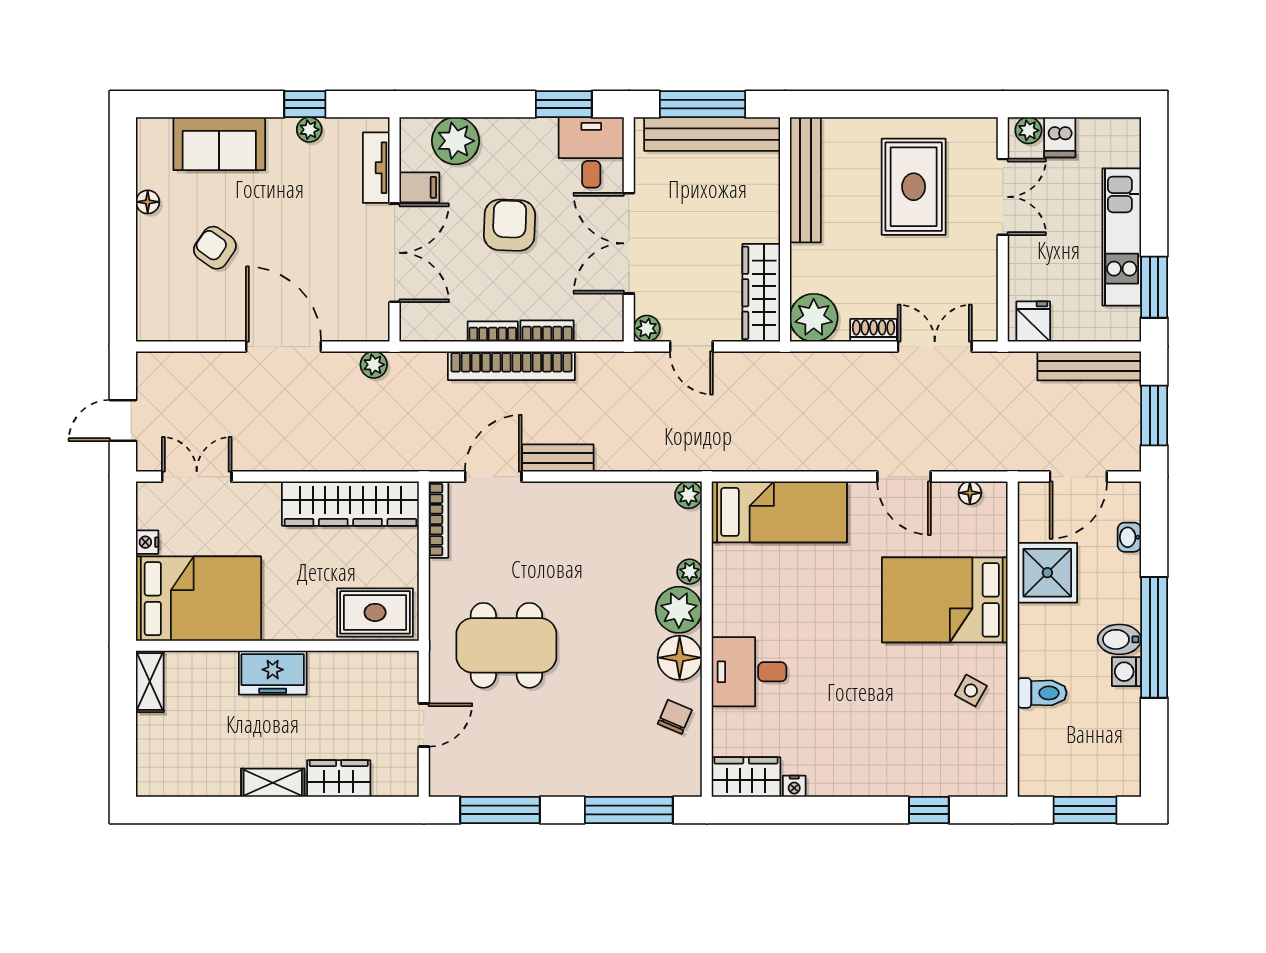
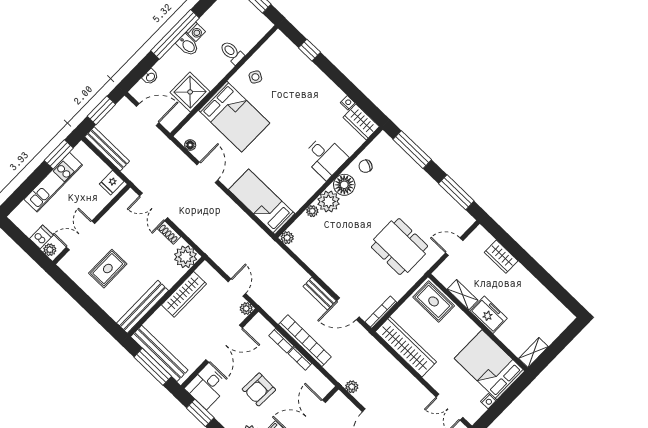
rug: (914, 187) -> (108, 269), width x0.73, depth x0.70
wardrobe: (761, 293) -> (184, 294), moved
shelving: (273, 783) -> (463, 295), moved

